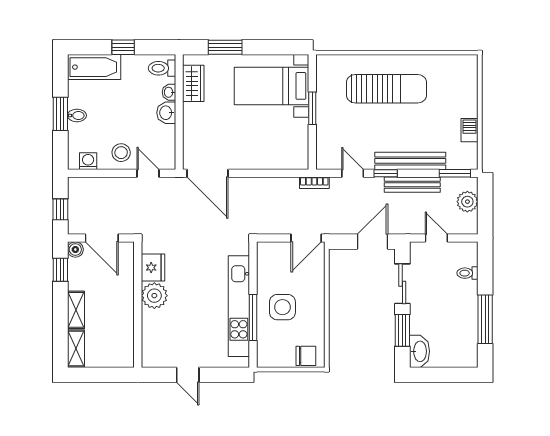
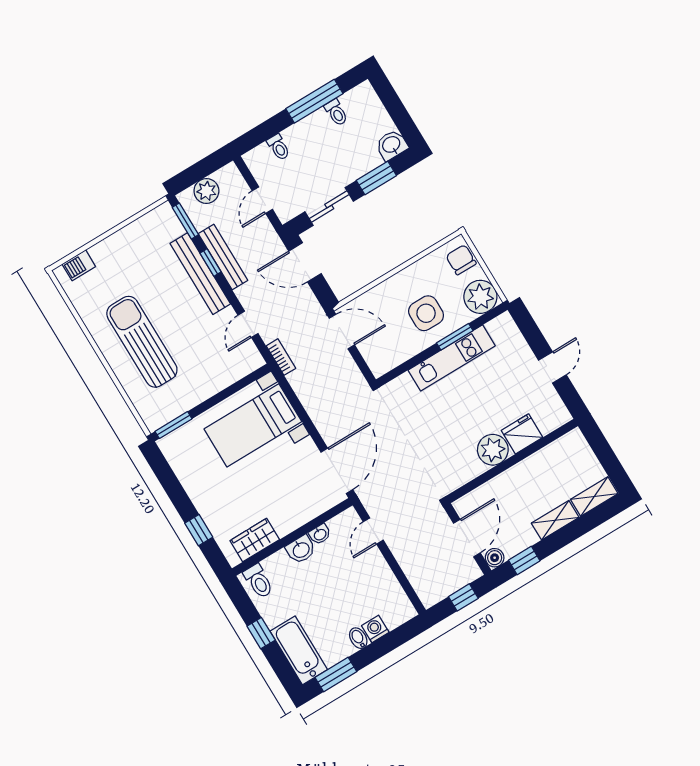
window: (225, 47) -> (199, 530), width x0.67
bed with nightstands: (272, 86) -> (253, 425), moved, turned 90
washbasin: (169, 92) -> (320, 534), moved
window: (312, 108) -> (173, 425), moved
window: (60, 114) -> (336, 675), moved
barbecue: (470, 130) -> (79, 265), moved
stool: (121, 153) -> (369, 571), removed
washing machine: (88, 161) -> (375, 629), moved, turned 90
window: (386, 173) -> (211, 263), moved
fridge: (153, 268) -> (522, 434), moved
kitchen unit: (239, 306) -> (452, 358), width x0.73
window: (253, 318) -> (455, 337), width x0.69
toilet: (467, 330) -> (336, 112), added
washbasin: (419, 351) -> (392, 145), width x0.72
plant: (271, 354) -> (480, 297), added

